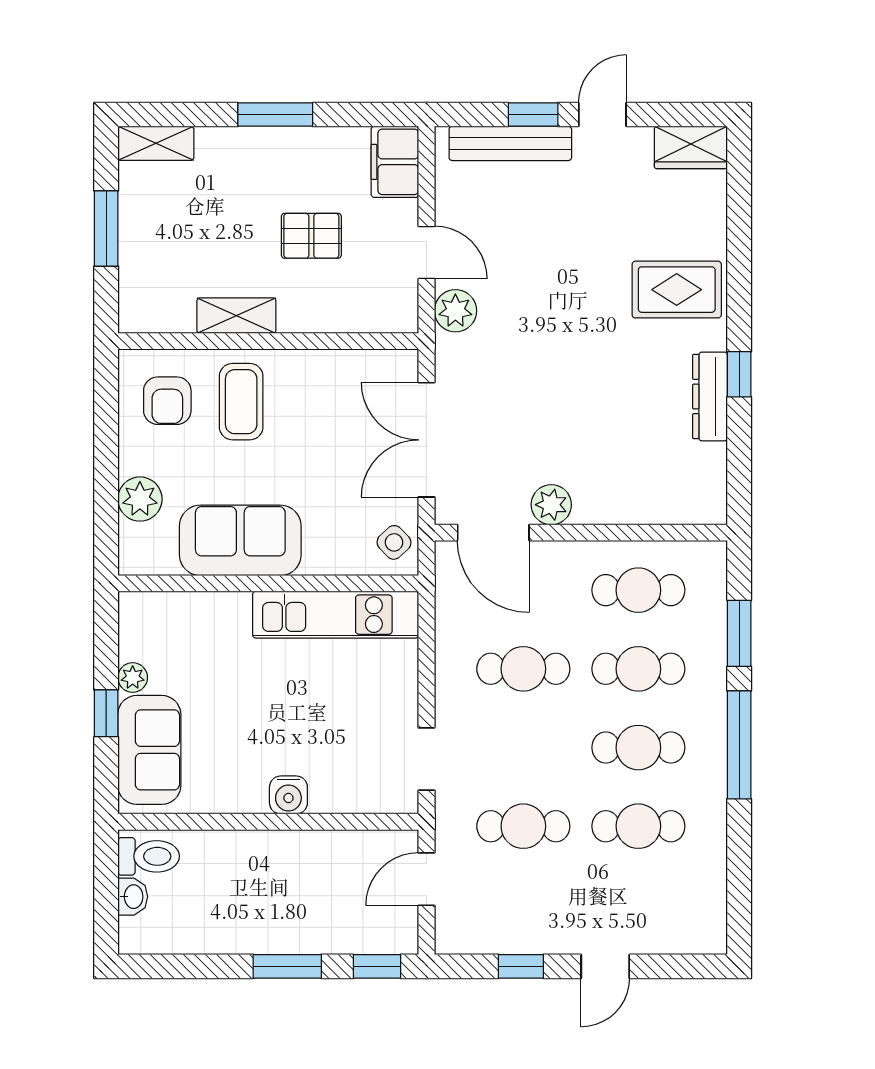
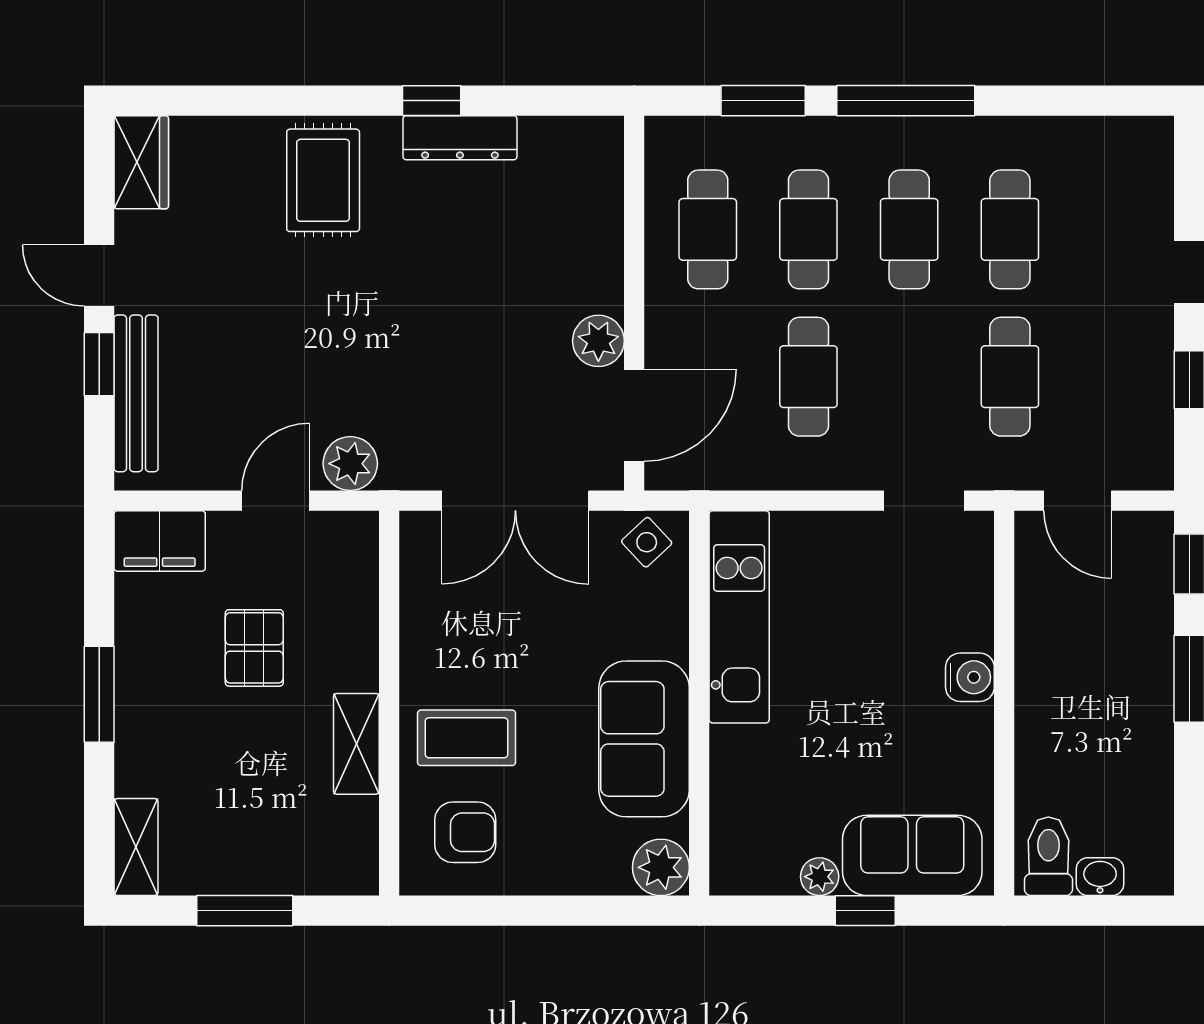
plant: (140, 499) -> (661, 867), moved

